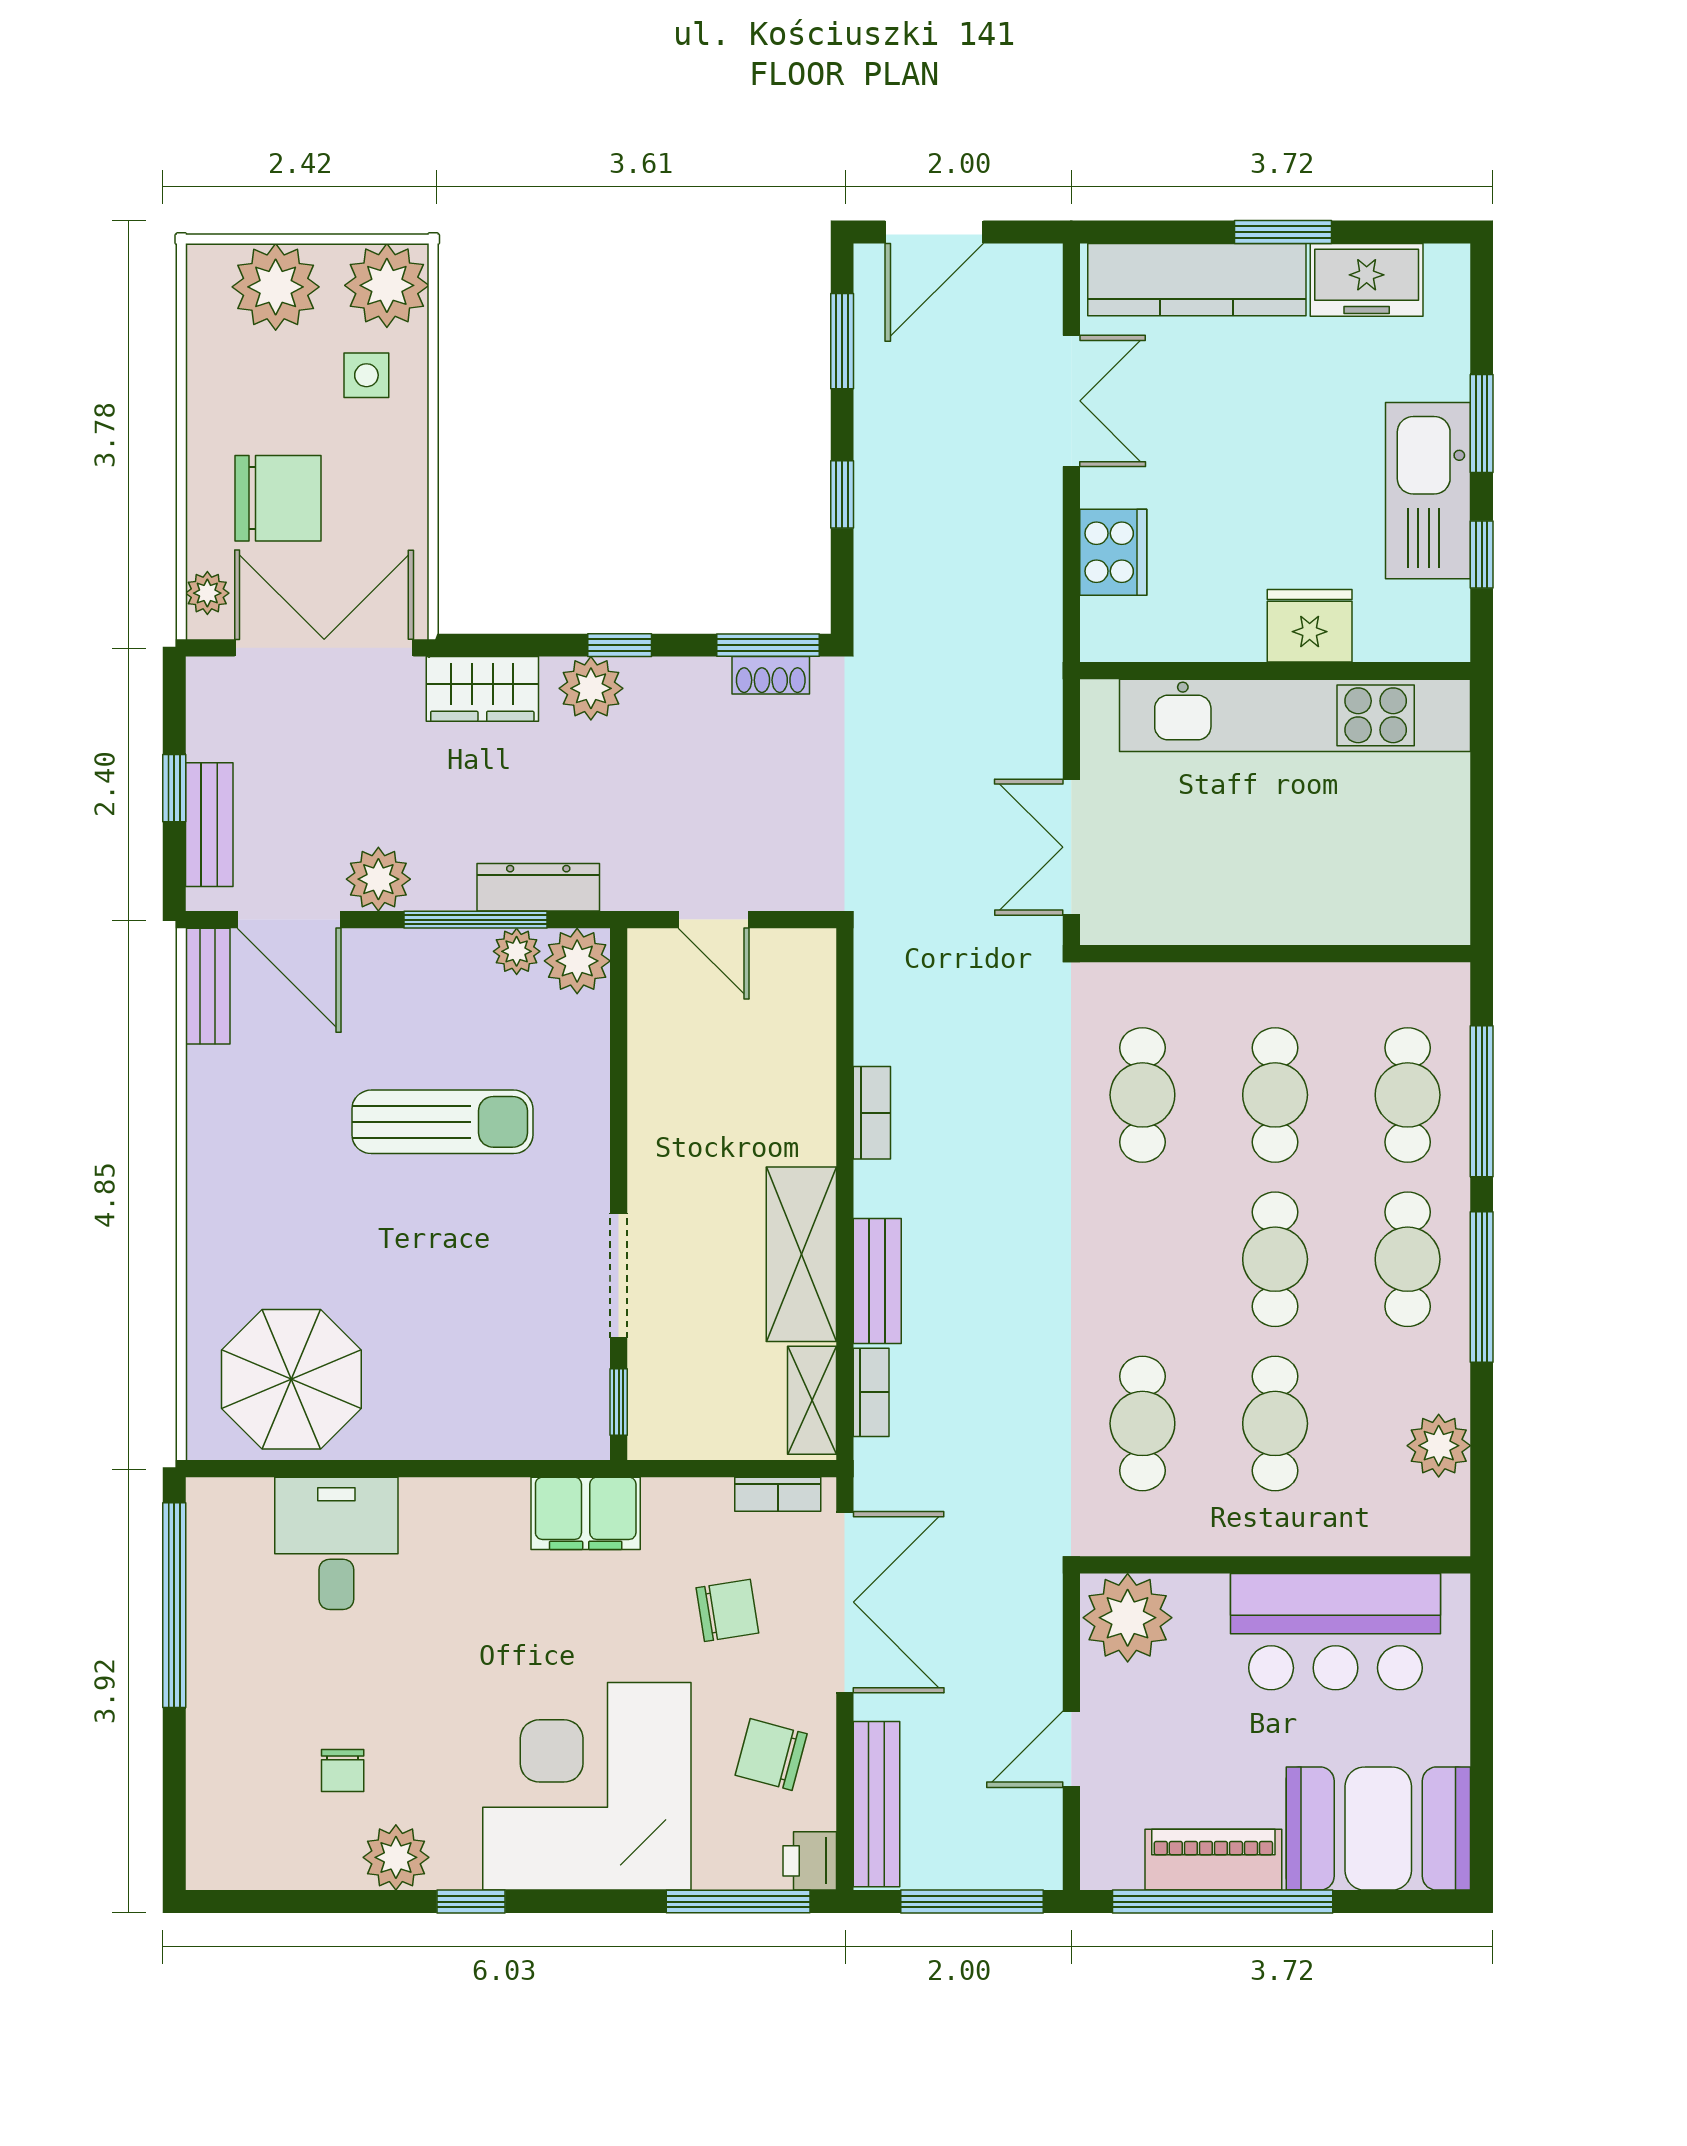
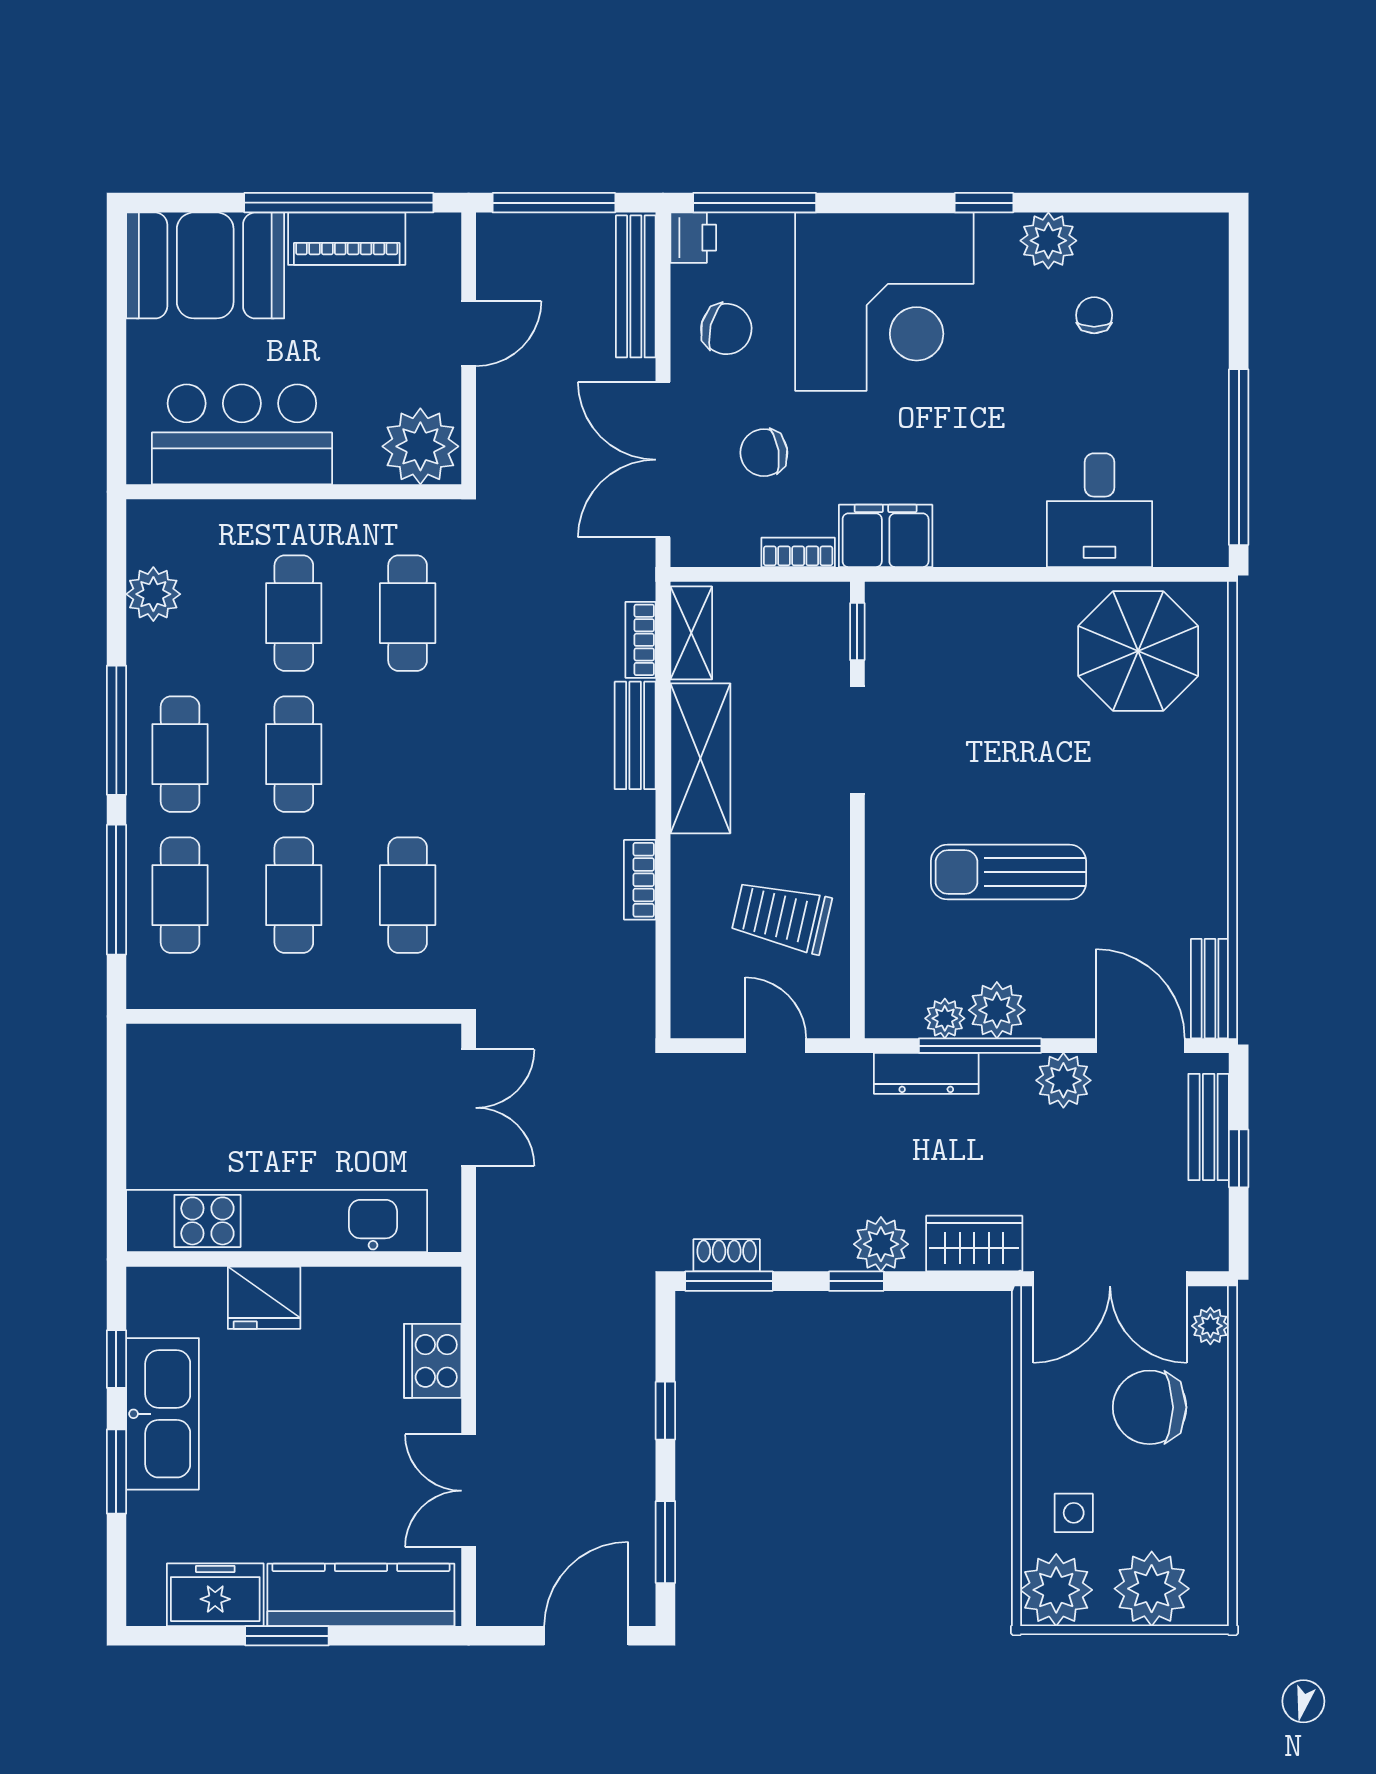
plant: (577, 961) -> (997, 1010), moved
trolley: (707, 1070) -> (781, 917), added
bookcase: (778, 1494) -> (798, 552), moved

